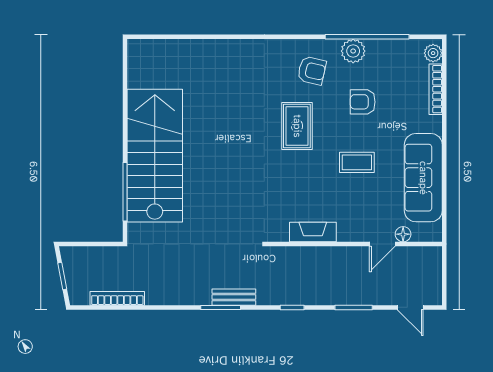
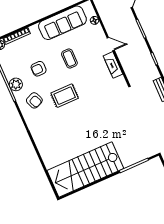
armchair: (312, 71) -> (34, 100), turned 144
armchair: (363, 102) -> (39, 69), turned 90
stairs: (155, 156) -> (85, 170), moved
door: (382, 244) -> (111, 44), moved

